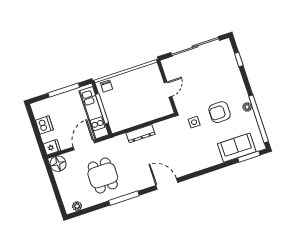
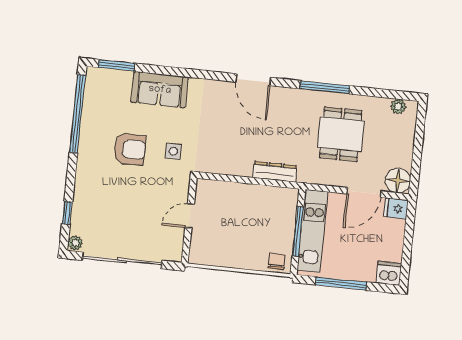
plant: (247, 107) -> (75, 243), moved
dishwasher: (44, 125) -> (389, 273), moved, turned 90
dresser: (141, 134) -> (275, 172), moved
door: (84, 145) -> (364, 193), moved
sofa: (237, 148) -> (160, 90), moved

